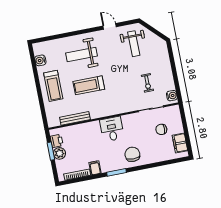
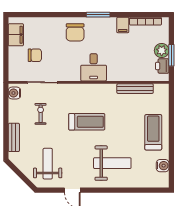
bench: (165, 60) -> (14, 137), added
treadmill: (89, 85) -> (87, 122), moved

